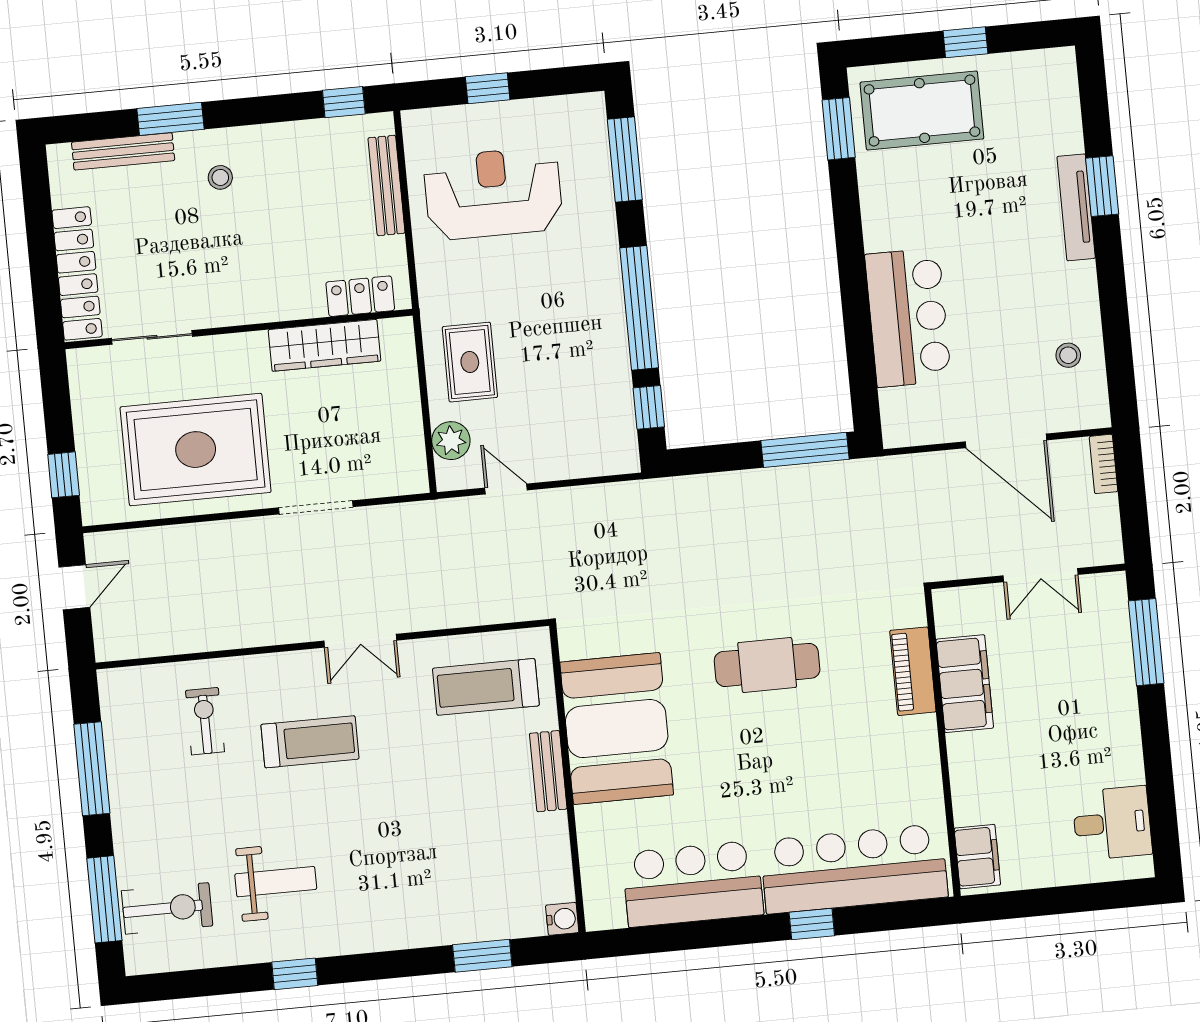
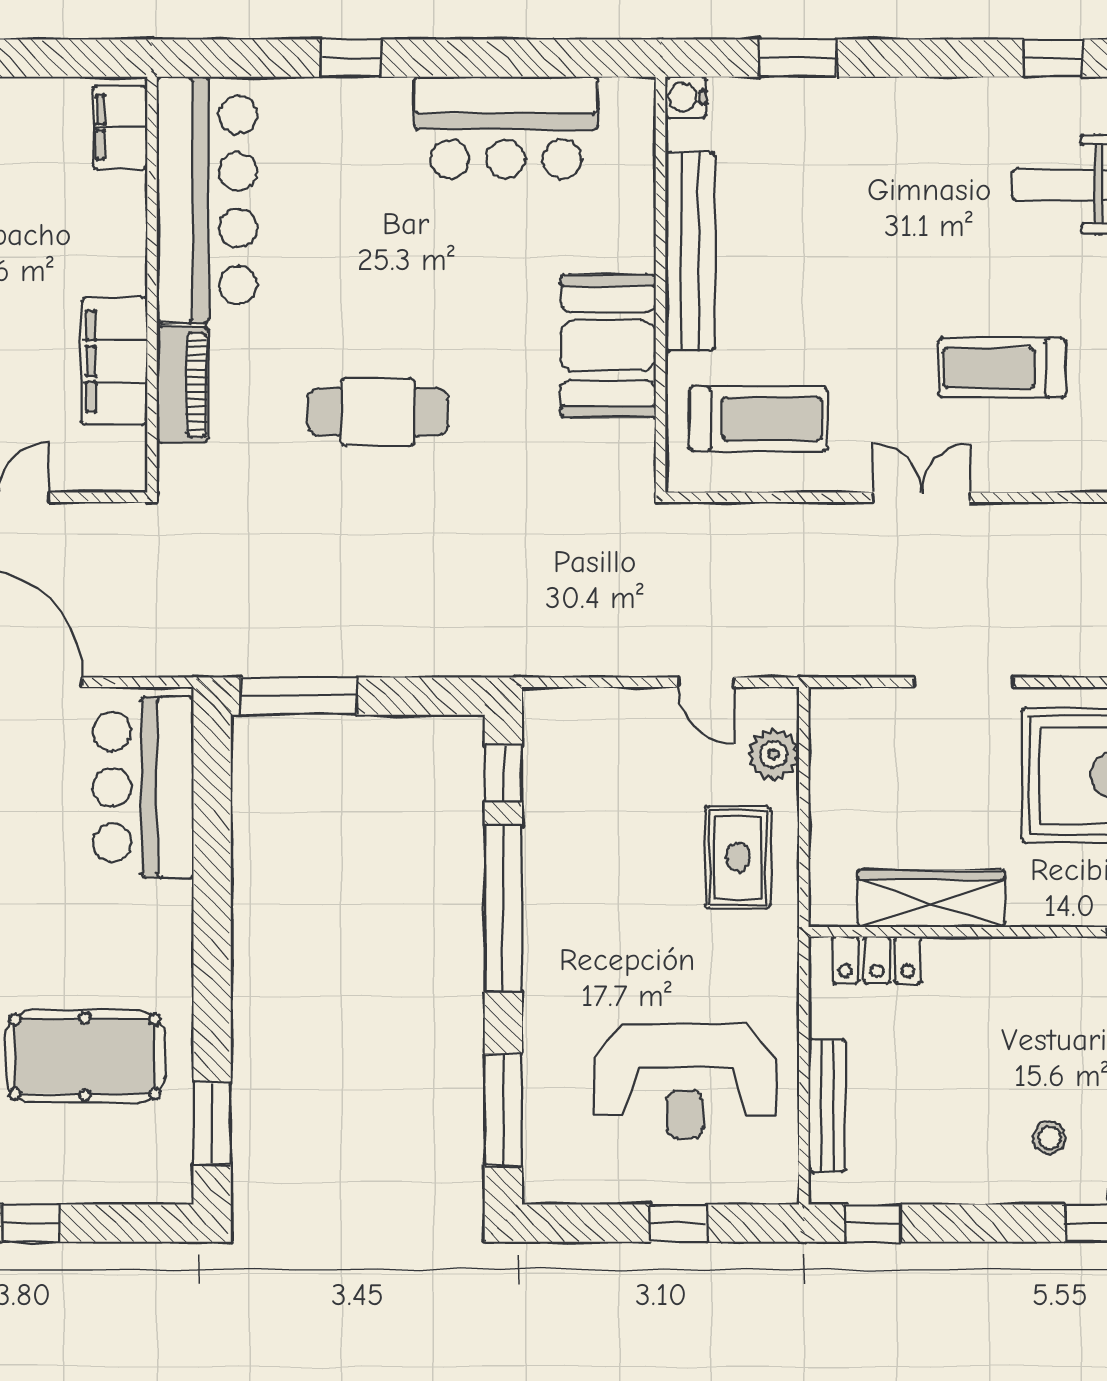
pool table: (922, 111) -> (85, 1057), moved
bar counter: (908, 318) -> (143, 787), moved
booth: (617, 729) -> (608, 346), width x0.73, depth x0.70
bench: (548, 771) -> (690, 251), width x1.86, depth x1.21
bar counter: (854, 869) -> (207, 200), moved, turned -90

